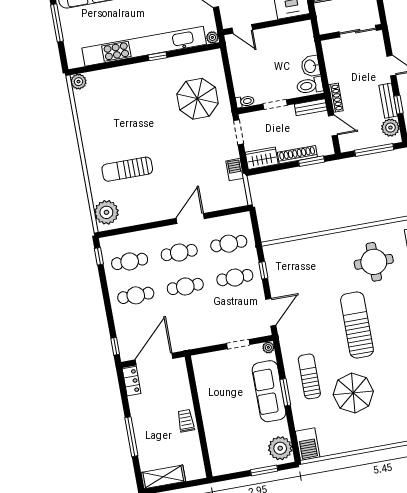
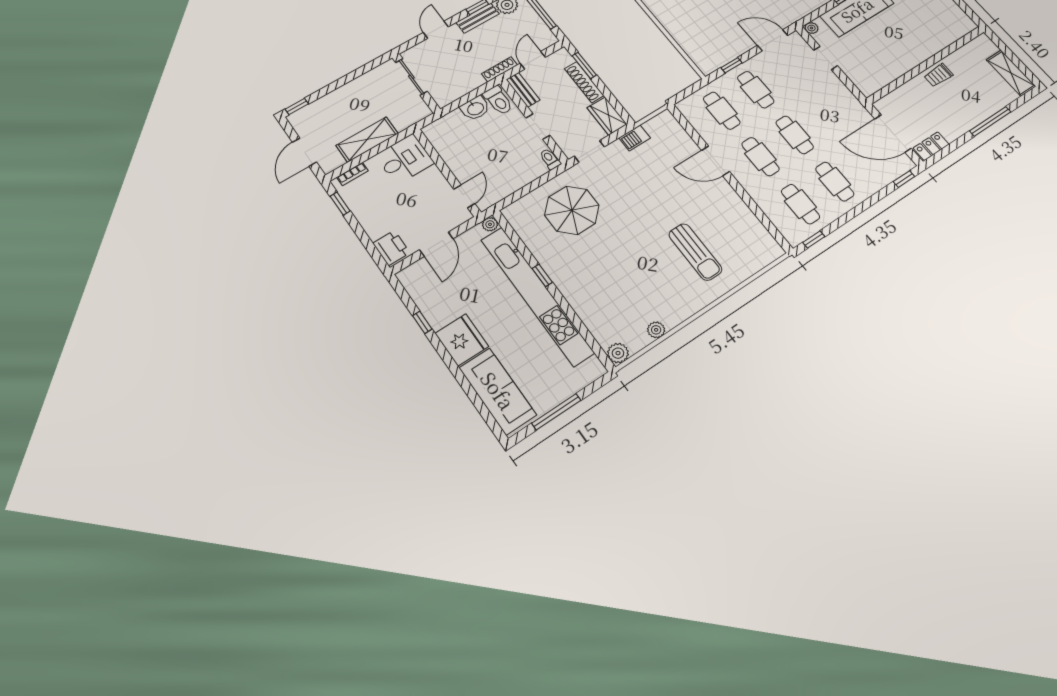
plant: (106, 212) -> (656, 330), moved, width x0.53, depth x0.53

